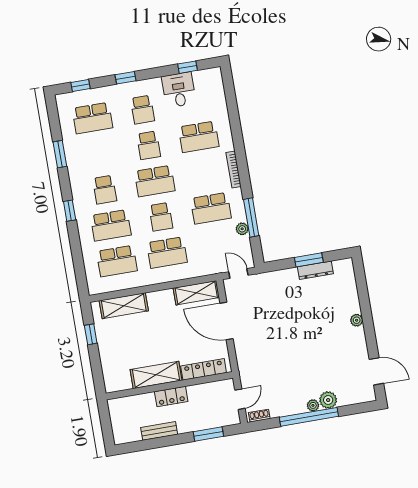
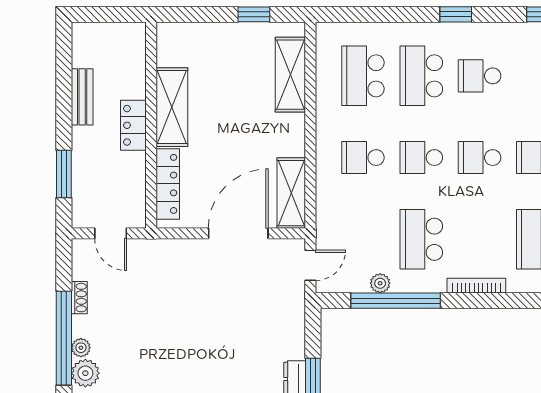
school desk: (155, 181) -> (480, 158), width x0.54
window: (251, 218) -> (396, 301), width x1.46
school desk: (167, 253) -> (363, 158), width x0.54
shoe rack: (259, 416) -> (79, 298), moved

